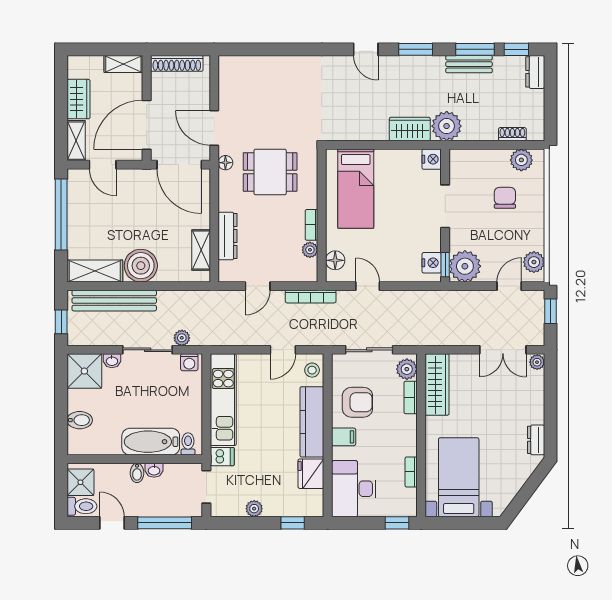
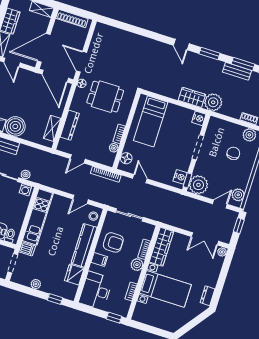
plant: (407, 369) -> (137, 265), moved
bed with nightstands: (459, 477) -> (165, 289), moved, turned 90

